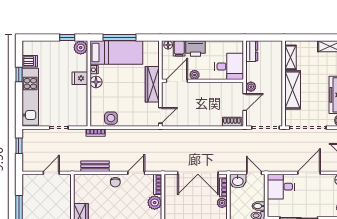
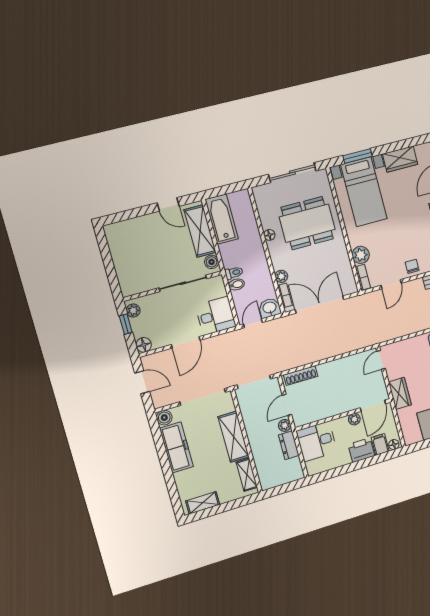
dresser: (252, 51) -> (289, 445), moved
wardrobe: (152, 84) -> (400, 393), width x0.67
shoe rack: (232, 122) -> (301, 376), width x1.43
door: (254, 173) -> (253, 323), swing flipped

